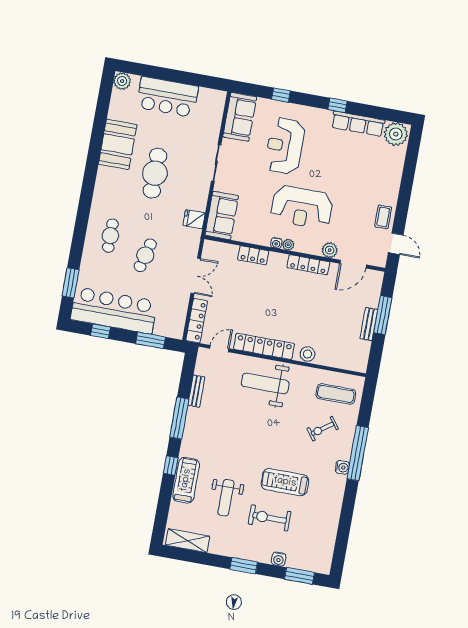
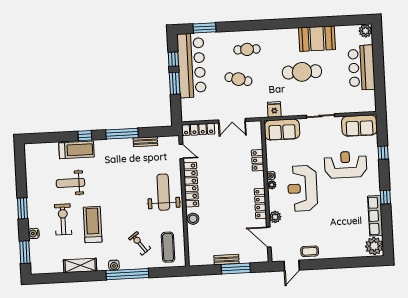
window: (150, 340) -> (175, 83), moved
shelving: (188, 541) -> (80, 265), moved, turned 90

